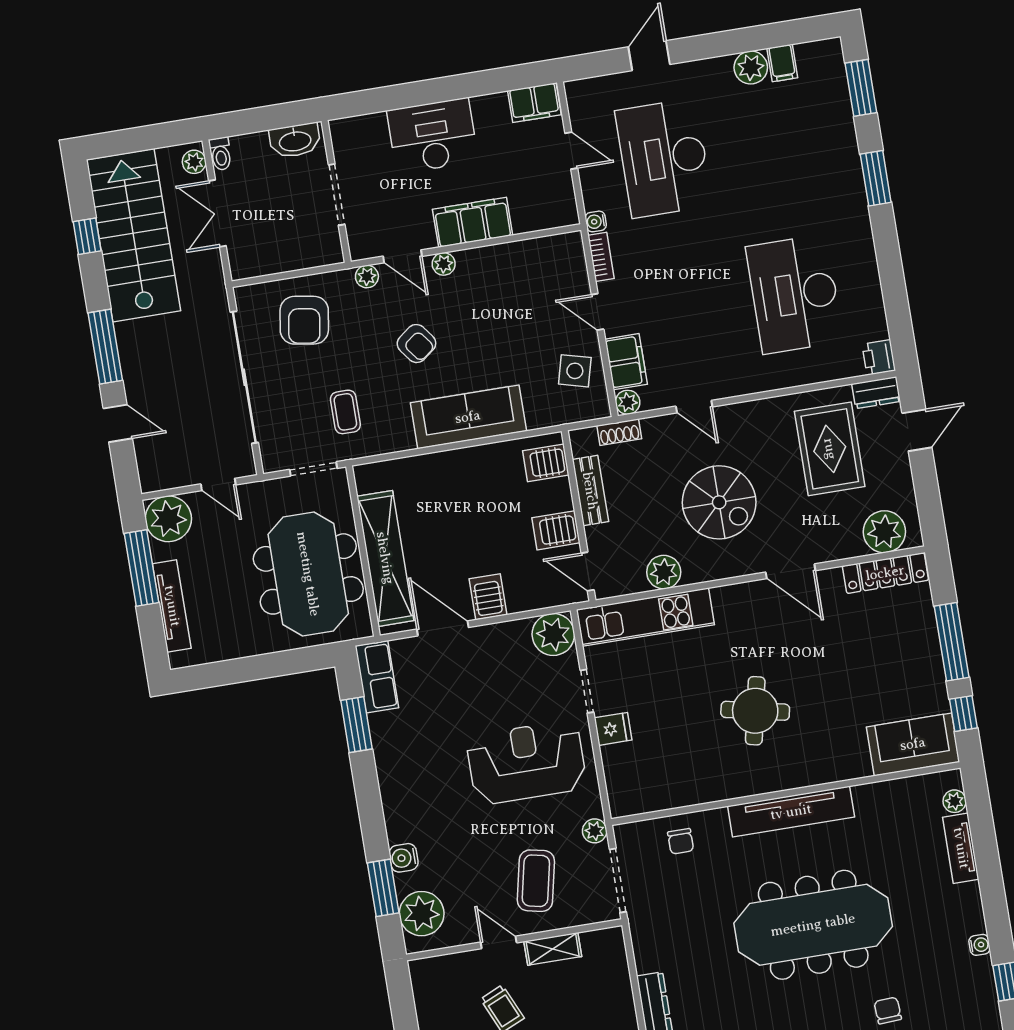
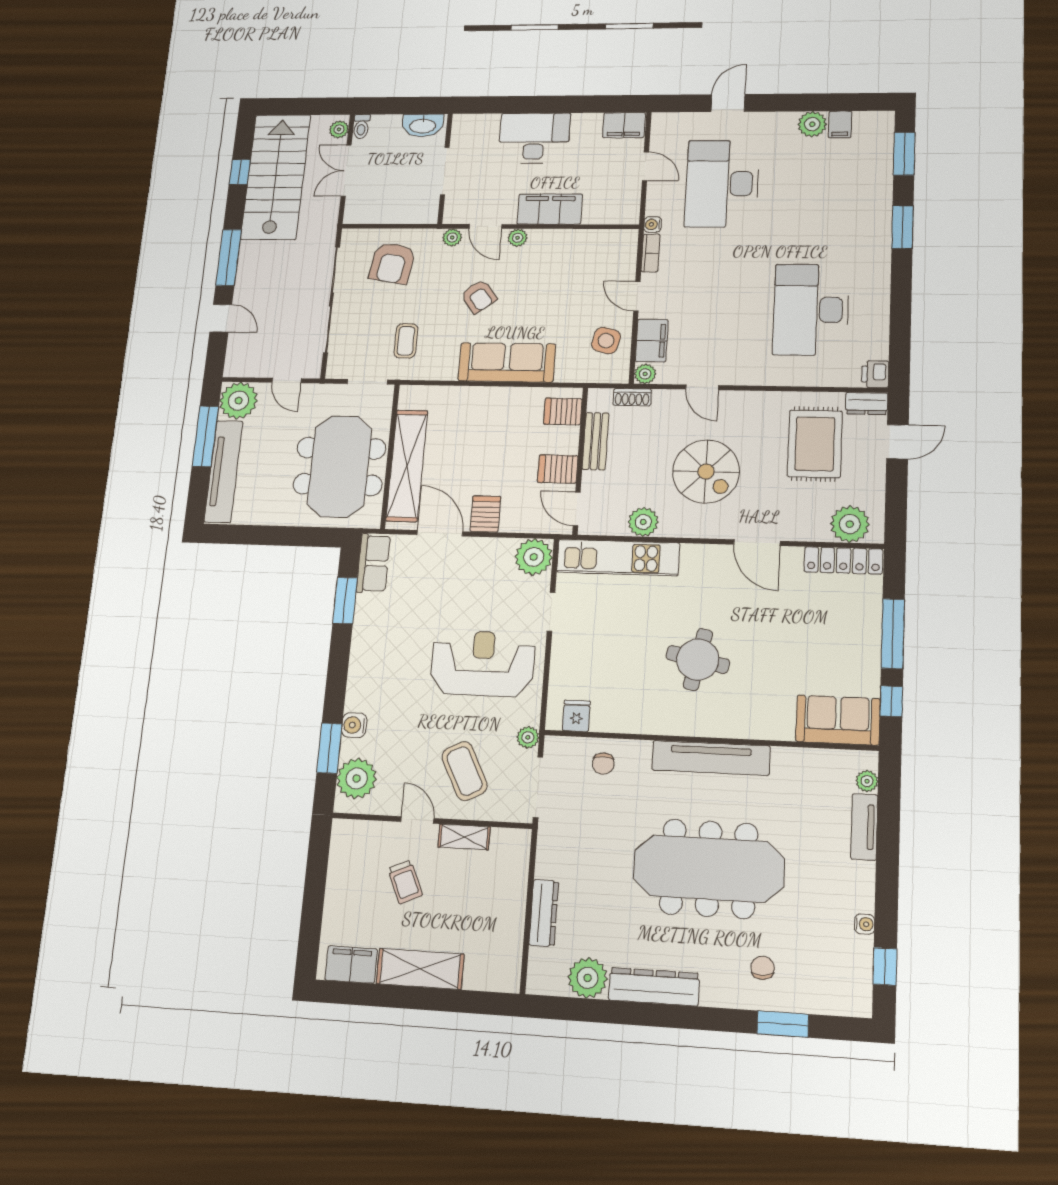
tv unit: (172, 606) -> (224, 471), width x1.36, depth x1.29
fridge: (613, 729) -> (576, 716), moved, turned -90
coffee table: (536, 881) -> (465, 771), turned -39

